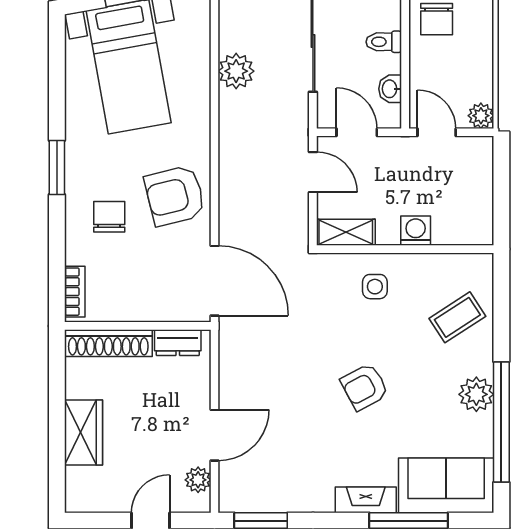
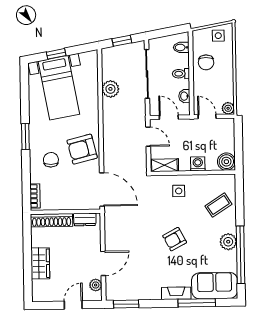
boiler: (475, 227) -> (226, 162), added

